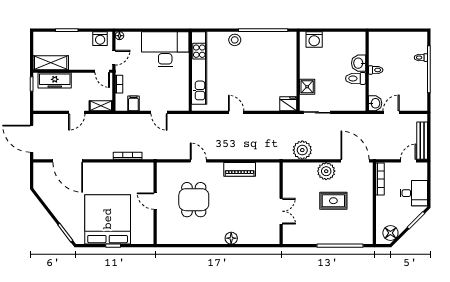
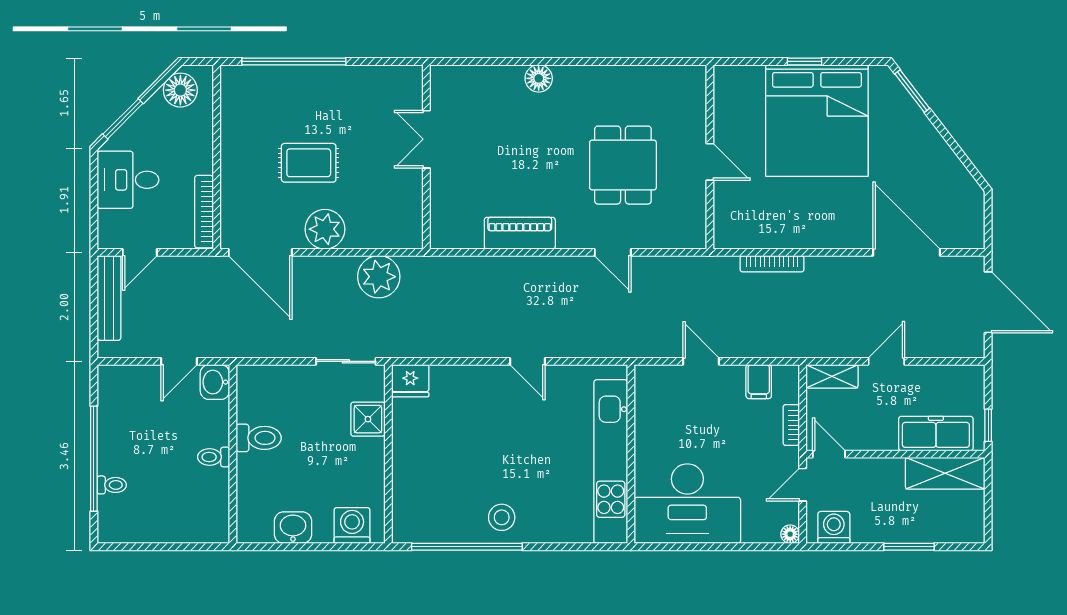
stool: (235, 40) -> (502, 517), moved
washbasin: (359, 63) -> (293, 528), moved, turned -90

